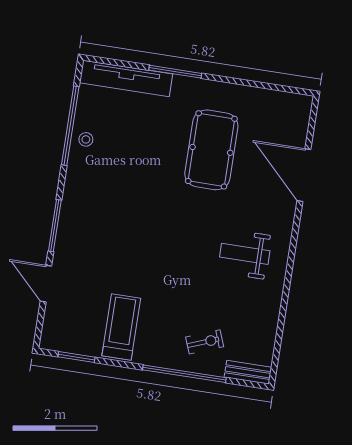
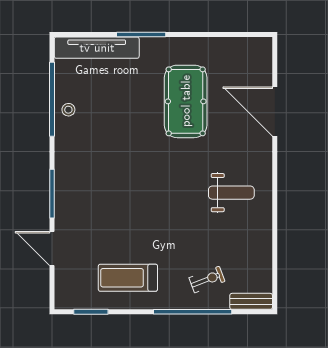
weight bench: (245, 254) -> (231, 193), turned 180
treadmill: (121, 327) -> (128, 278), turned -90

